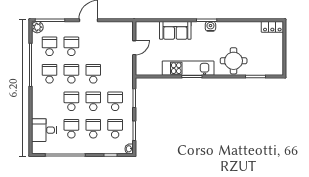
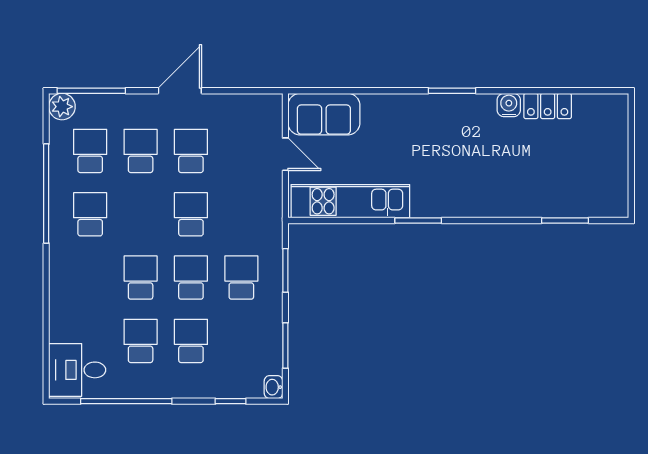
water cooler: (210, 26) -> (509, 105), moved
locker: (272, 27) -> (548, 106), moved
sofa: (175, 30) -> (324, 114), moved
door: (134, 48) -> (285, 154), hinge flipped
round table: (234, 61) -> (514, 184), removed
kitchen unit: (188, 68) -> (350, 201), moved
school desk: (71, 74) -> (191, 151), moved
school desk: (115, 129) -> (241, 341), removed
desk: (44, 130) -> (77, 370), moved

